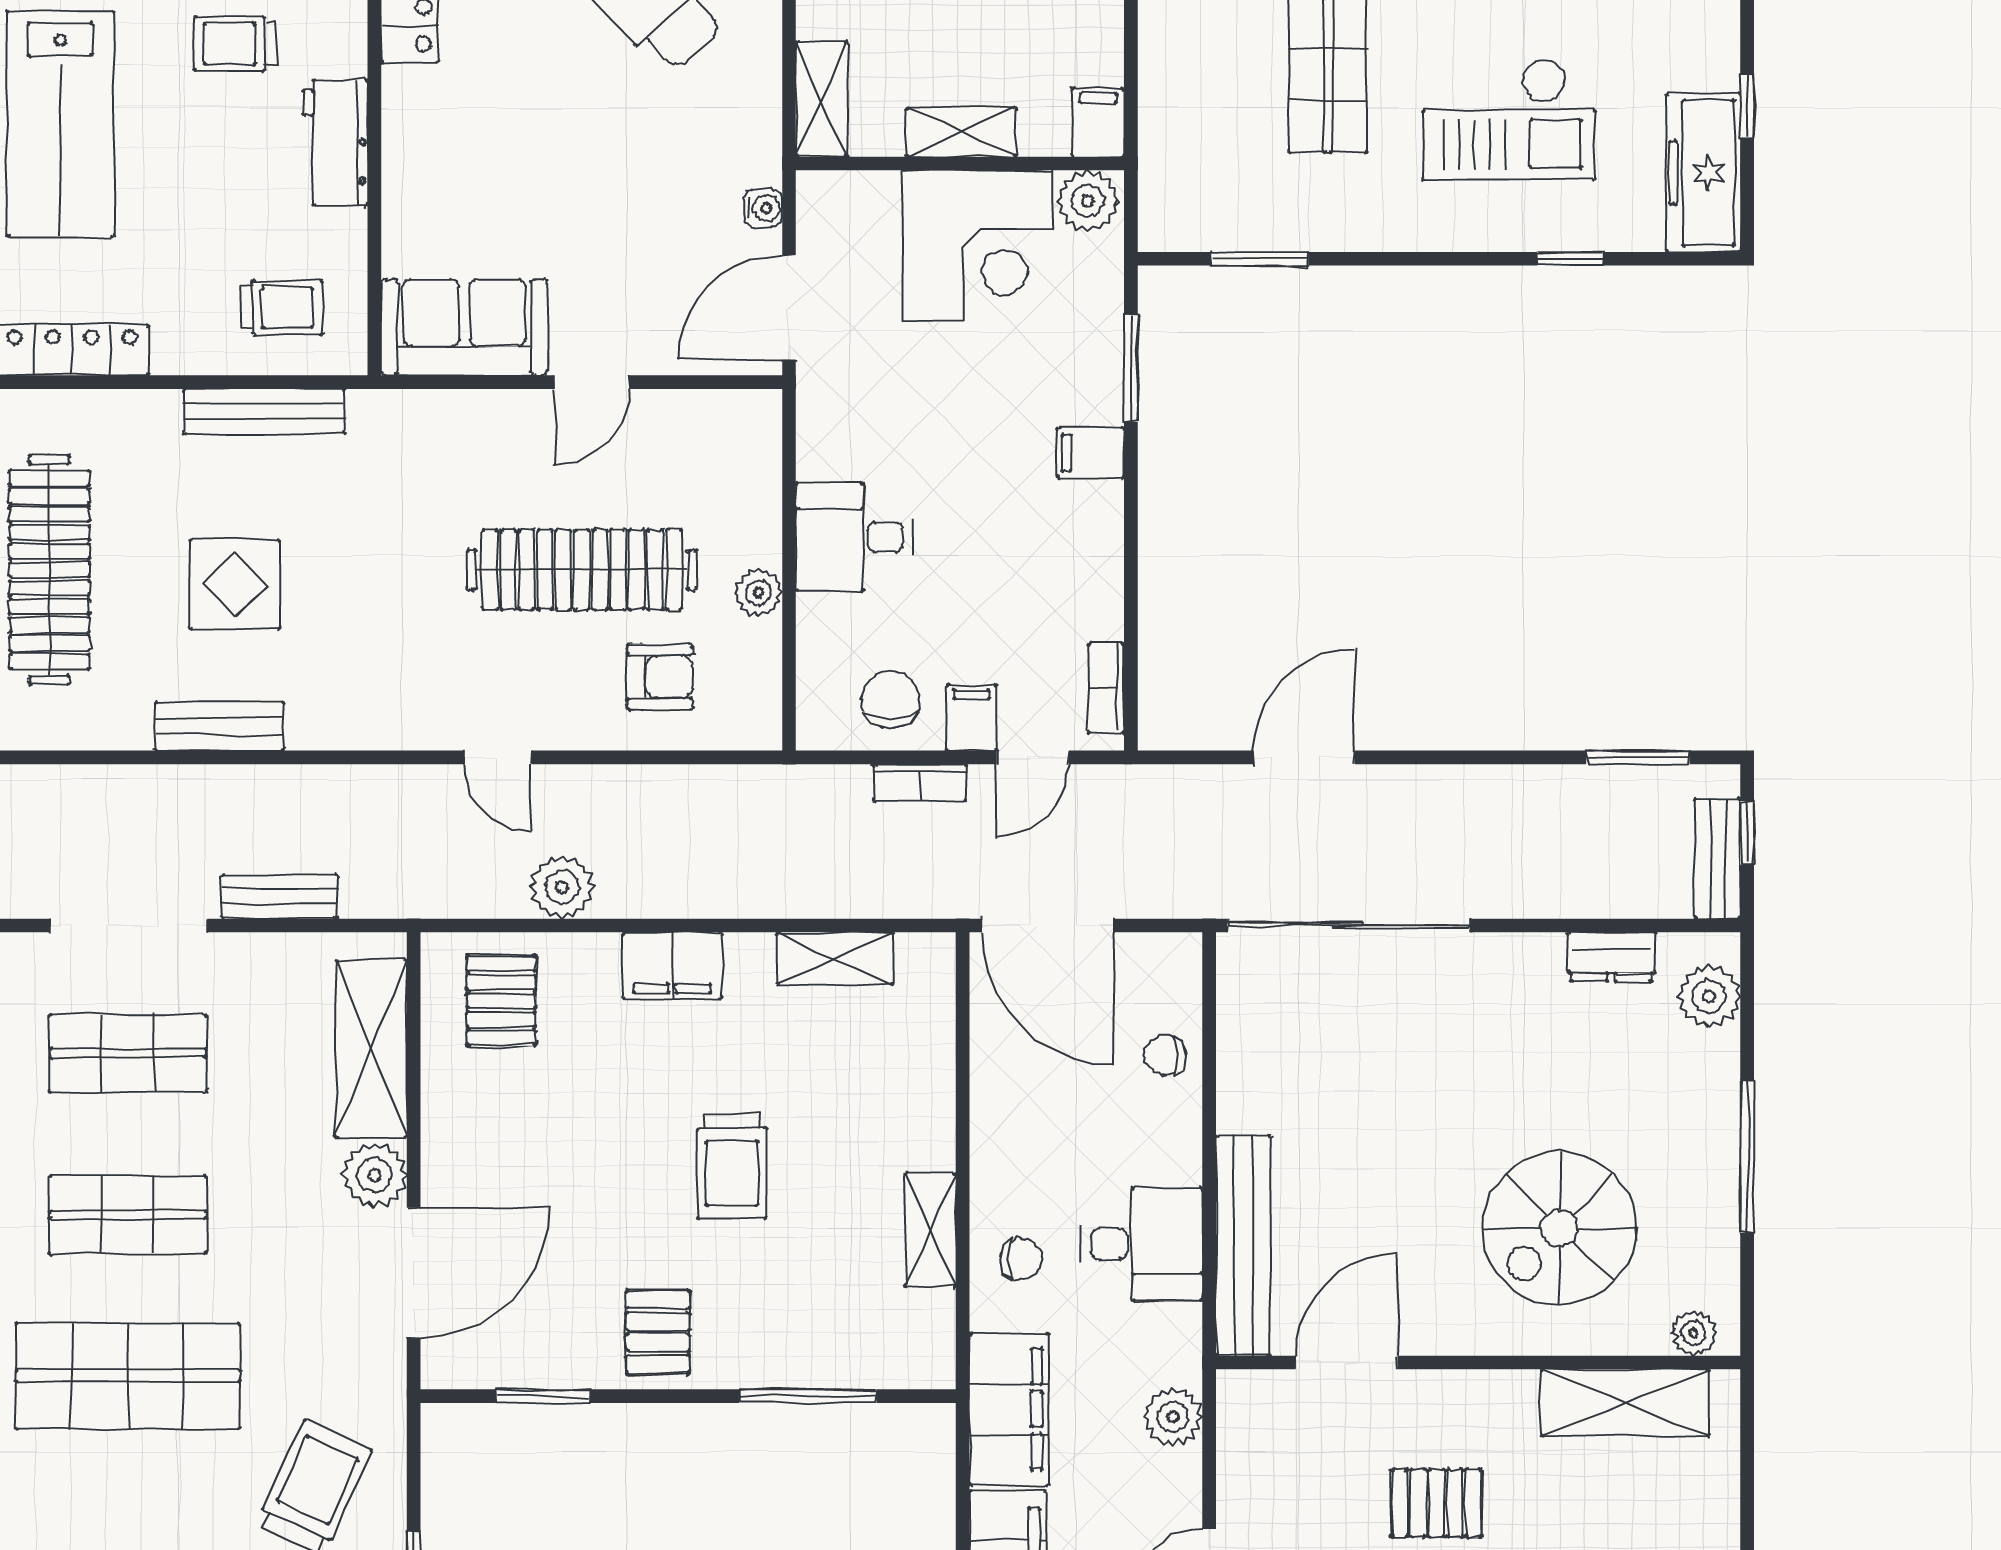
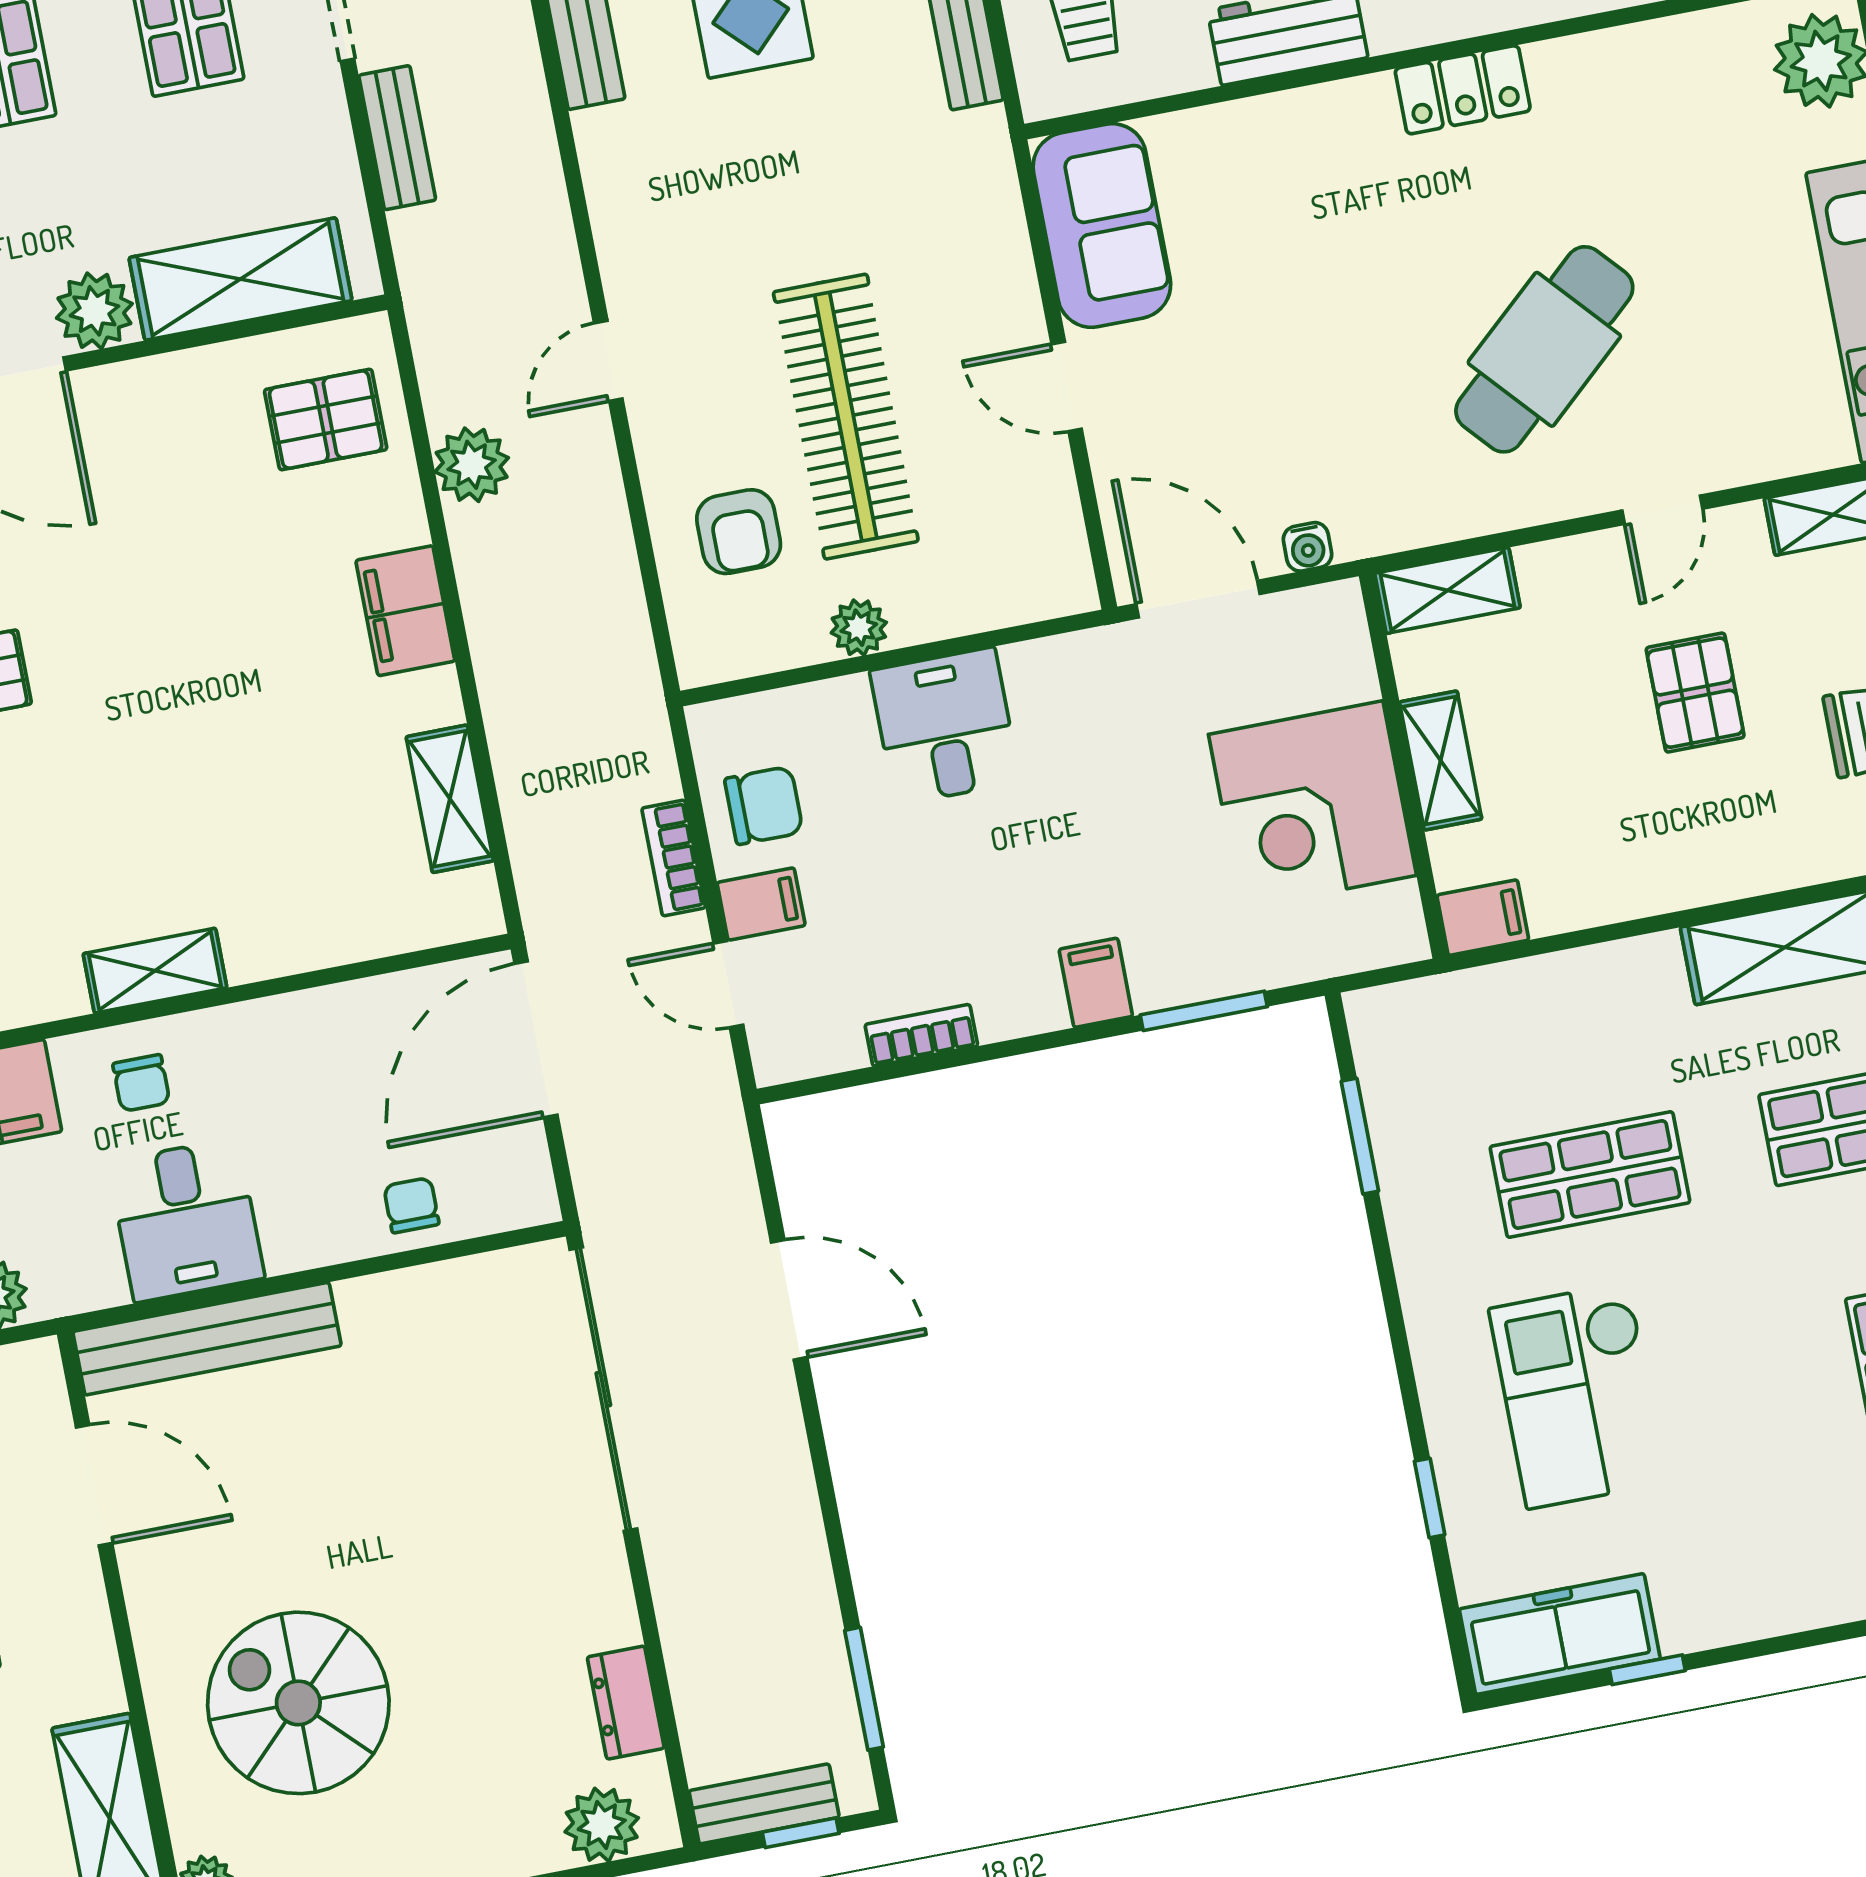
plant: (1088, 201) -> (1389, 923), removed
bookcase: (1106, 688) -> (921, 1035), moved
trolley: (732, 1166) -> (185, 725), removed

